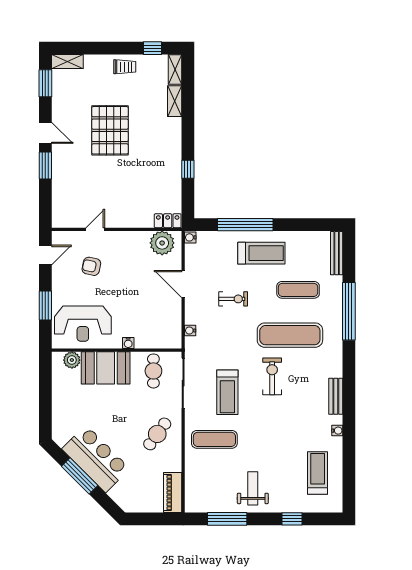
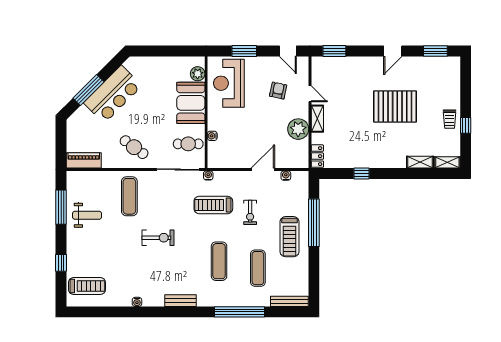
window: (153, 48) -> (466, 125), moved
shelving: (67, 61) -> (317, 119), moved
window: (45, 165) -> (334, 51), moved
water cooler: (190, 237) -> (286, 176), moved
plant: (162, 243) -> (298, 129), moved
water cooler: (190, 331) -> (208, 175), moved
exercise mat: (290, 335) -> (219, 261), width x0.73, depth x0.69
water cooler: (128, 343) -> (212, 136), moved
exercise bike: (272, 376) -> (158, 238), moved
treadmill: (227, 392) -> (213, 205), moved
bench: (336, 396) -> (181, 301), moved
treadmill: (318, 473) -> (87, 286), moved
window: (80, 476) -> (88, 90), moved
weight bench: (253, 488) -> (87, 215), moved

